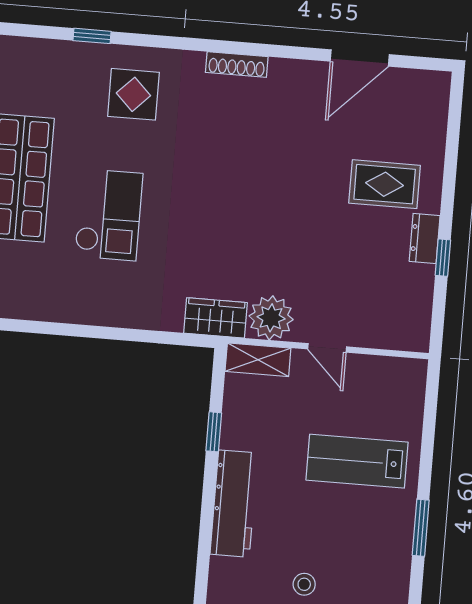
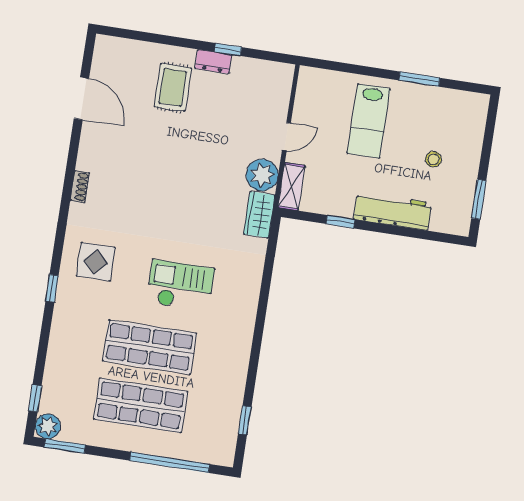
shoe rack: (237, 65) -> (80, 187), width x0.70
stool: (304, 584) -> (433, 159), moved

